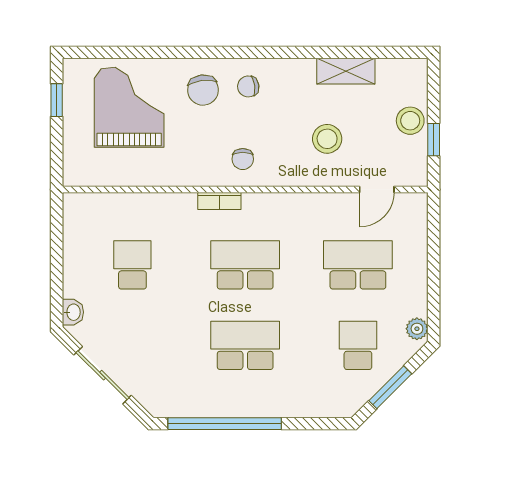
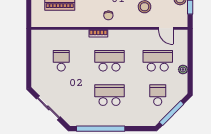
door: (377, 189) -> (166, 28), hinge flipped
washbasin: (73, 312) -> (36, 81), removed
plant: (417, 329) -> (183, 69), moved
window: (390, 387) -> (172, 113), width x1.44

